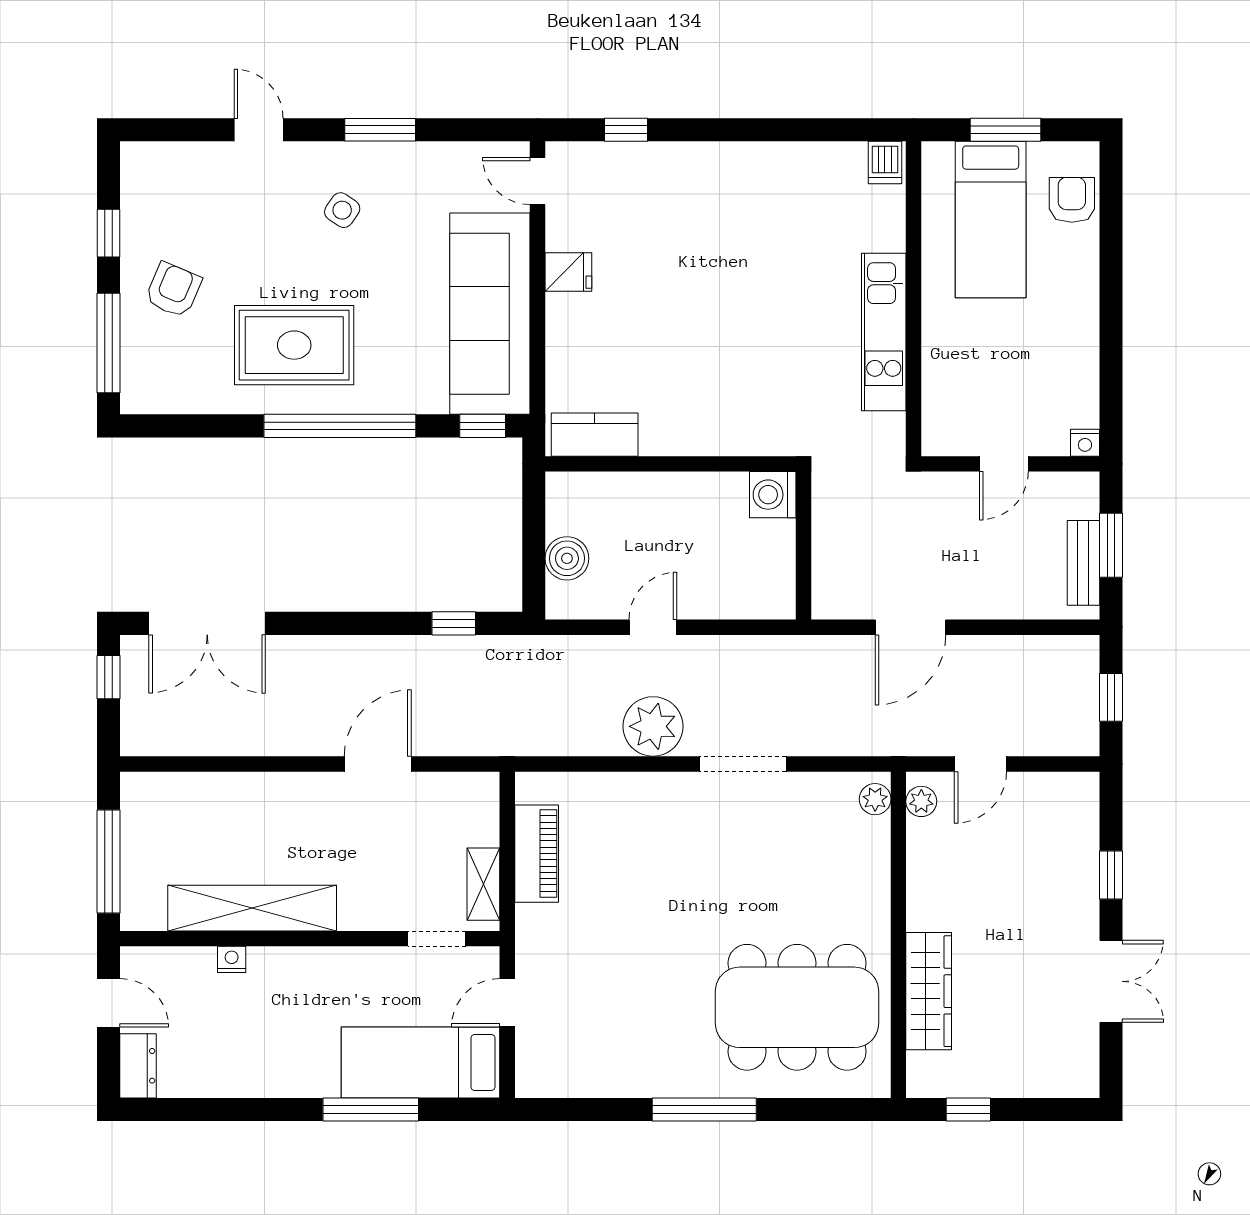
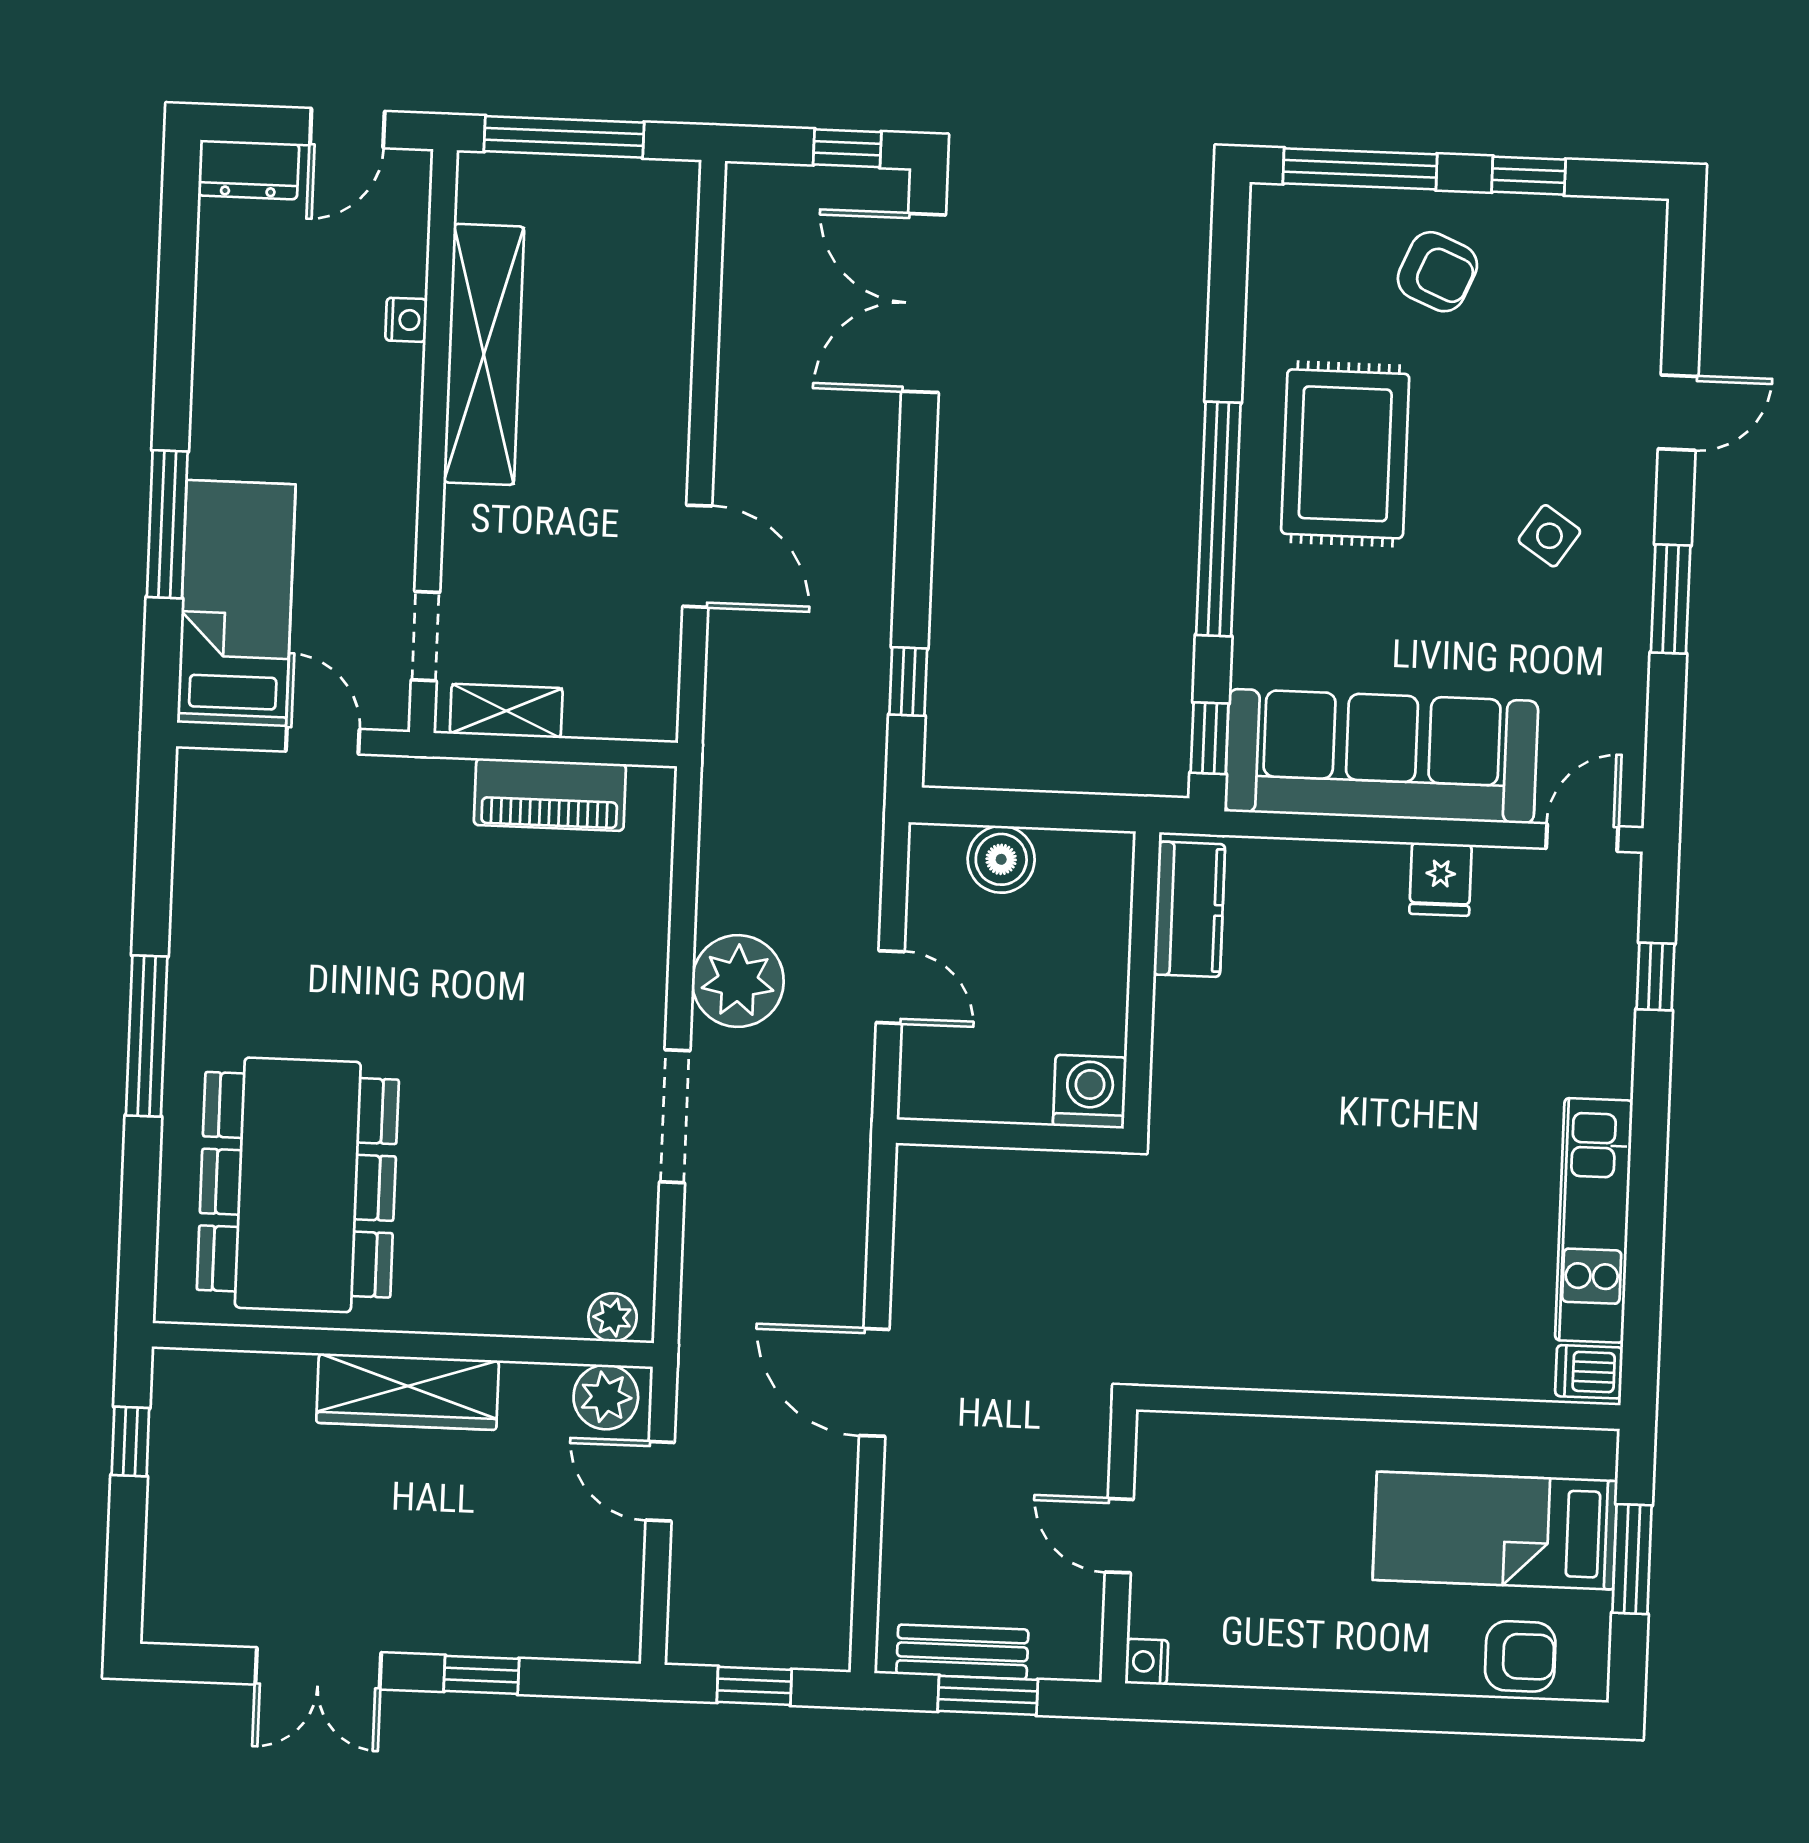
kitchen unit: (884, 332) -> (1594, 1220), moved, turned -90
washing machine: (773, 495) -> (1090, 1092), moved
wall: (803, 546) -> (1010, 1136), moved
plant: (921, 801) -> (606, 1397), width x1.38, depth x1.38
wardrobe: (929, 991) -> (408, 1392), moved

